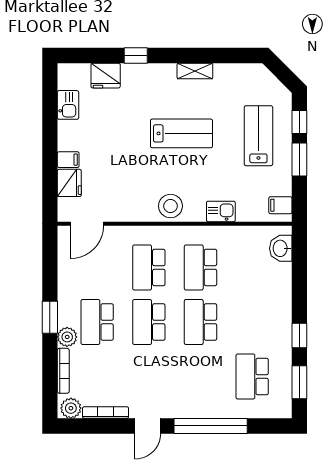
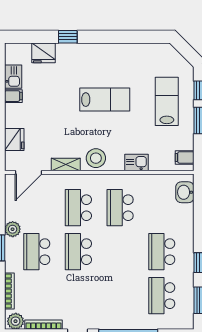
shelving: (195, 71) -> (66, 164), moved
filing cabinet: (68, 160) -> (13, 96), moved
school desk: (200, 322) -> (162, 252), moved
plant: (67, 337) -> (13, 229), moved

